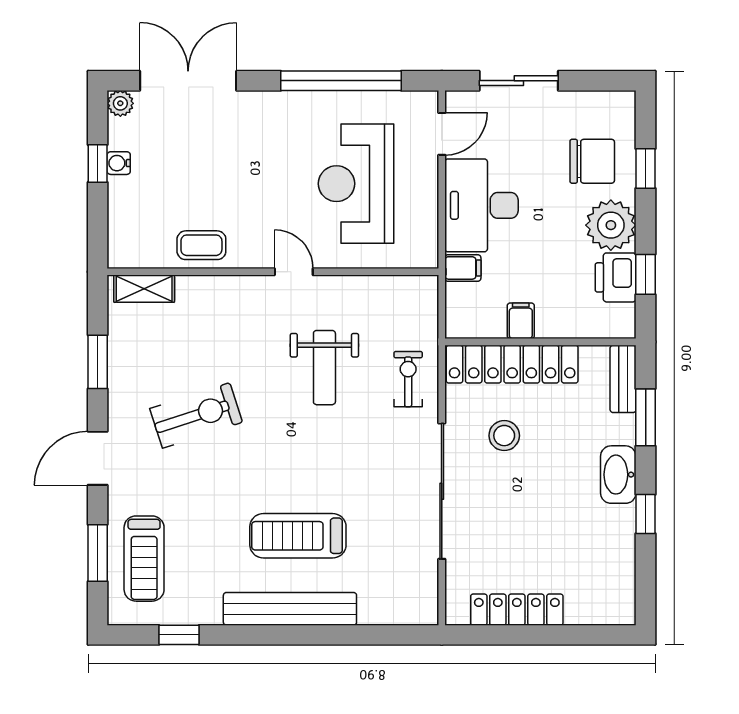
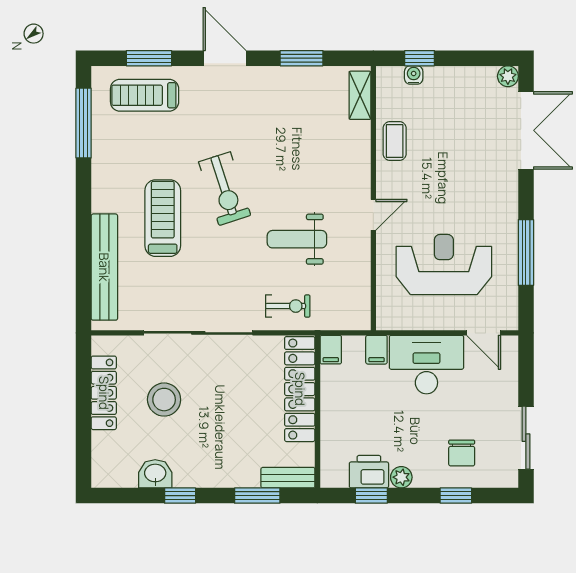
window: (341, 81) -> (526, 252), width x0.68
sliding door: (519, 81) -> (526, 438), moved
chair: (592, 161) -> (462, 453), width x0.73, depth x0.73
window: (98, 163) -> (420, 58), moved
water cooler: (119, 163) -> (414, 75), moved
plant: (611, 225) -> (401, 477), width x0.53, depth x0.53
filing cabinet: (521, 321) -> (331, 350), moved, turned 90
exercise bike: (196, 415) -> (225, 189), moved
stool: (504, 436) -> (164, 400), moved, width x1.38, depth x1.38
washbasin: (618, 475) -> (155, 474), moved, width x0.72
bench: (290, 609) -> (104, 267), moved
window: (179, 635) -> (84, 123), width x2.17

